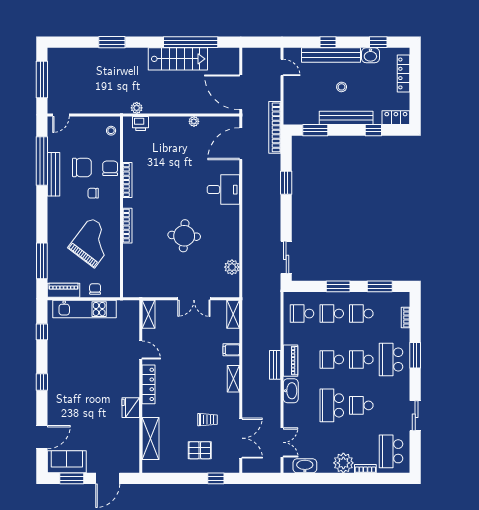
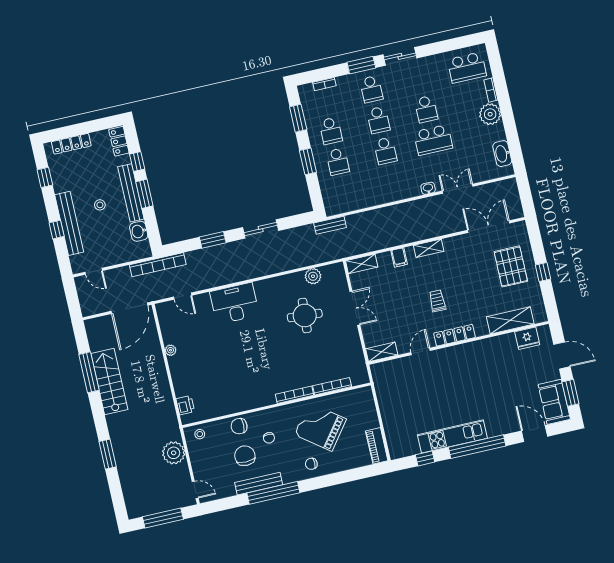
window: (191, 42) -> (89, 372), width x0.68
washbasin: (370, 55) -> (139, 231), moved, turned 180
door: (282, 67) -> (94, 271), swing flipped
plant: (137, 108) -> (174, 453), moved, width x1.87, depth x1.87
window: (315, 130) -> (144, 194), moved
door: (241, 144) -> (183, 296), width x0.53
window: (42, 161) -> (273, 493), moved
bookcase: (127, 180) -> (332, 386), moved
desk: (223, 190) -> (234, 303), width x1.37
round table: (184, 236) -> (305, 315), moved
sliding door: (286, 257) -> (261, 229), moved
window: (42, 261) -> (351, 475), removed
chair: (95, 289) -> (311, 464), moved
kitchen unit: (84, 309) -> (452, 436), moved, turned -90
school desk: (302, 314) -> (345, 192), removed
school desk: (391, 359) -> (371, 89), width x0.54
piano: (290, 361) -> (396, 193), removed
bench: (275, 365) -> (330, 225), moved
window: (42, 382) -> (477, 447), width x3.17
washbasin: (291, 391) -> (428, 188), width x0.52, depth x0.69
fridge: (131, 408) -> (527, 338), moved
sliding door: (415, 416) -> (400, 56), moved
trolley: (207, 420) -> (437, 301), moved
double door: (282, 442) -> (458, 189), moved
pallet: (200, 450) -> (511, 266), width x1.50, depth x1.42
window: (216, 478) -> (543, 272), moved

